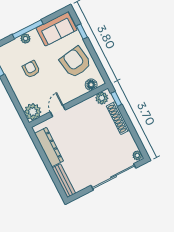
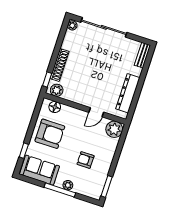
armchair: (75, 62) -> (50, 134), turned -81
armchair: (31, 69) -> (86, 160), turned 90
bench: (64, 181) -> (142, 55), width x0.73

